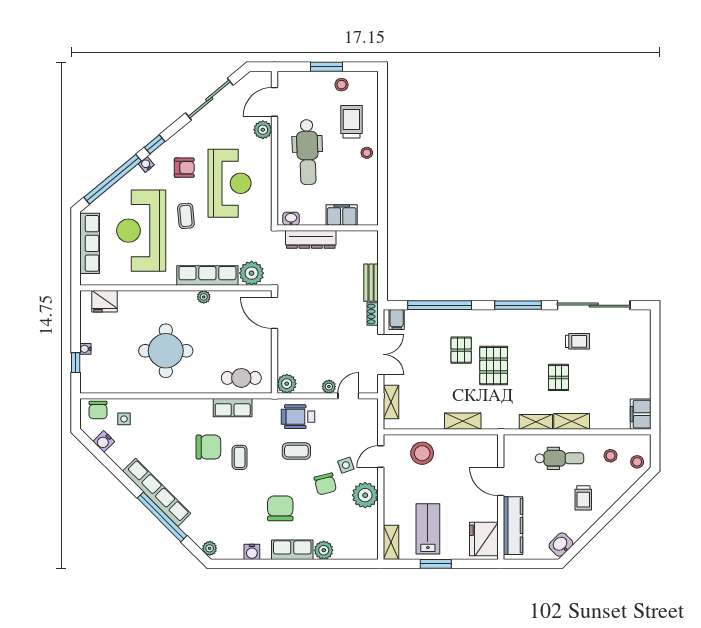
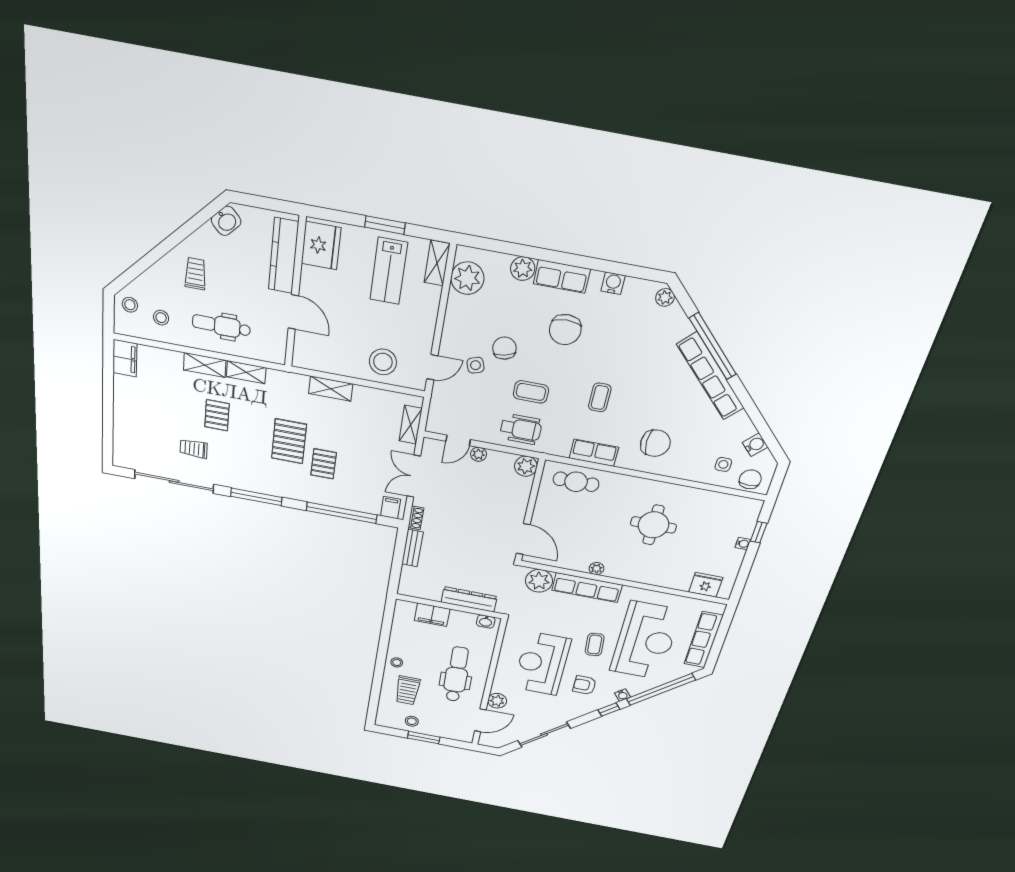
round table: (166, 351) -> (653, 525), width x0.73, depth x0.73
chair: (208, 447) -> (655, 443), moved, turned 180
plant: (365, 495) -> (467, 278), moved

